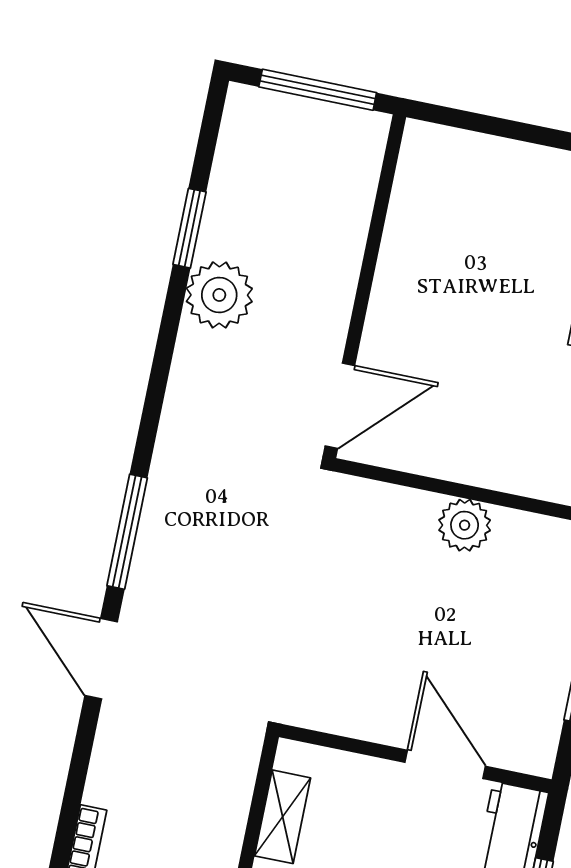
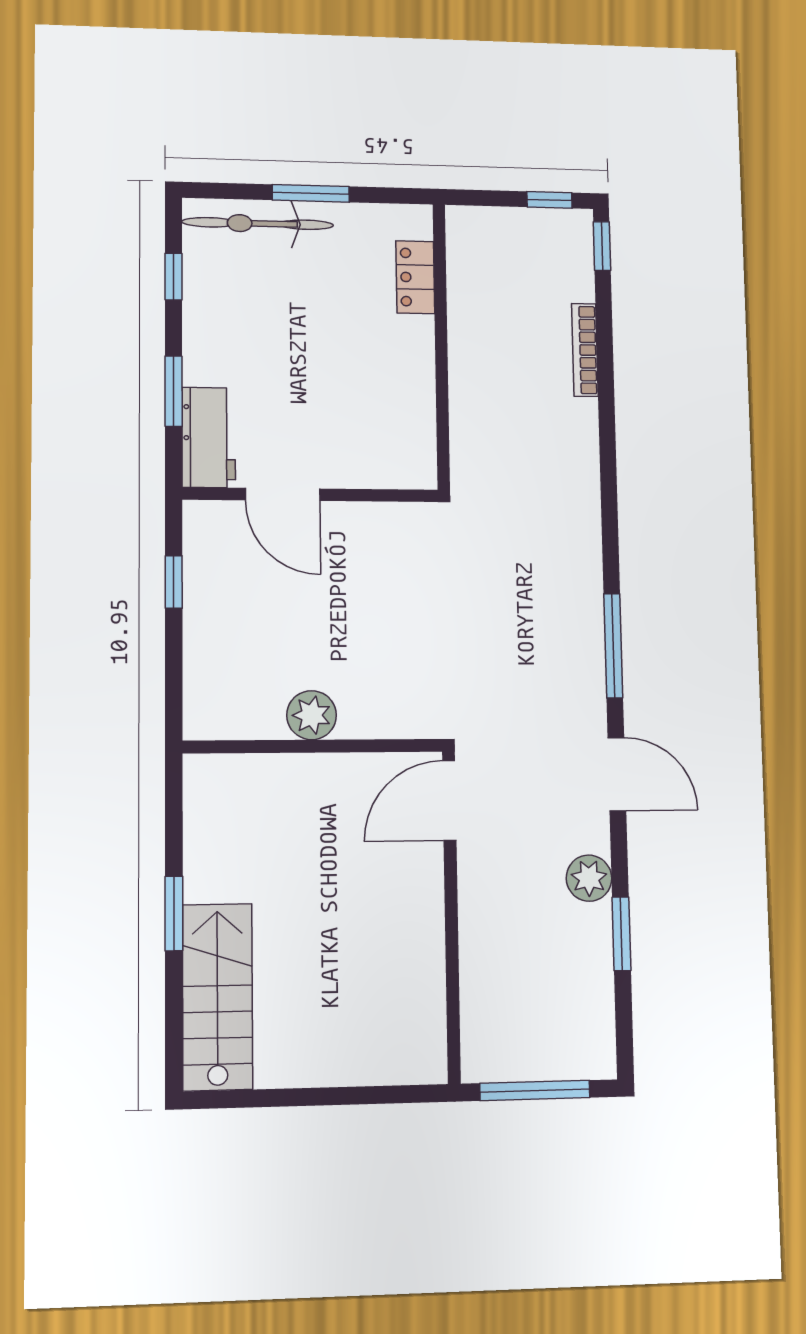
plant: (219, 295) -> (589, 878), width x0.73, depth x0.73
door: (101, 659) -> (617, 774), moved
shelving: (283, 817) -> (418, 420), removed

